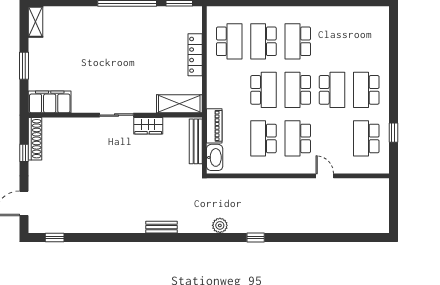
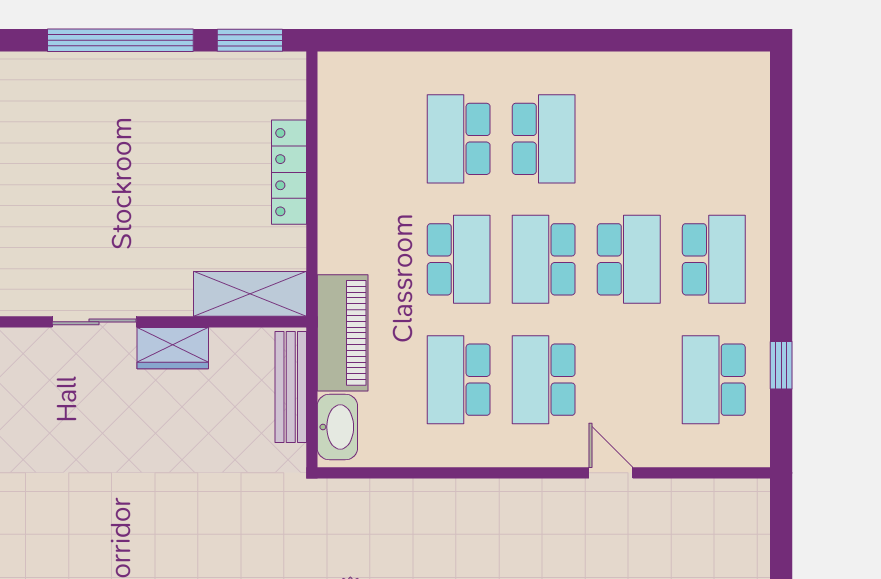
school desk: (229, 41) -> (374, 139), removed
school desk: (298, 41) -> (544, 139), turned 180
school desk: (366, 90) -> (714, 259), turned 180
piano: (214, 126) -> (343, 333), width x1.37, depth x1.33

